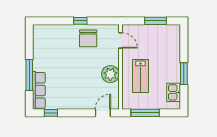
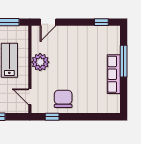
window: (80, 21) -> (52, 117), moved
row of seats: (39, 90) -> (114, 74), moved

